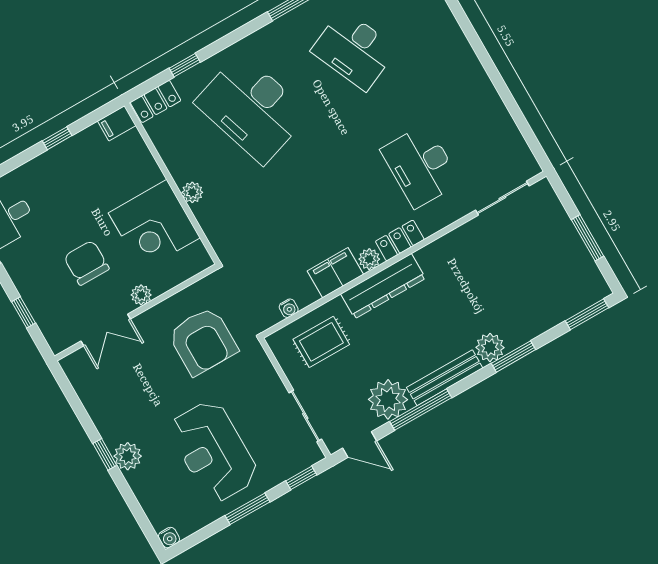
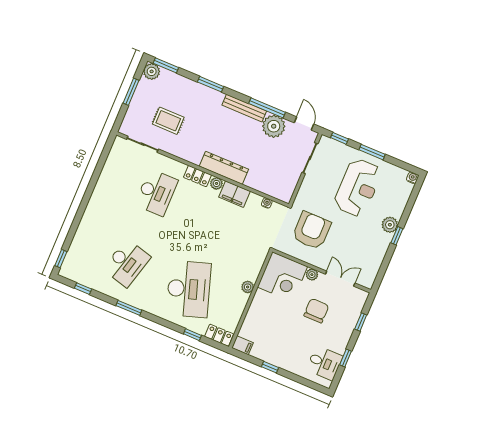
desk: (354, 50) -> (127, 263), turned 39
corner desk: (154, 225) -> (282, 277), moved, turned 90
chair: (86, 263) -> (316, 311), turned 180
rug: (321, 342) -> (168, 121), moved
plant: (490, 347) -> (152, 71), moved

